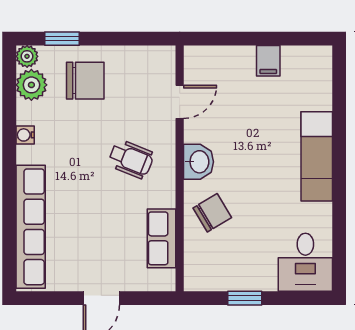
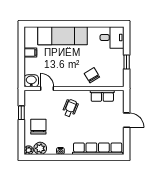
window: (62, 39) -> (21, 113), moved
exam couch: (317, 156) -> (63, 36), width x1.36, depth x1.45
washbasin: (199, 162) -> (31, 81), moved

